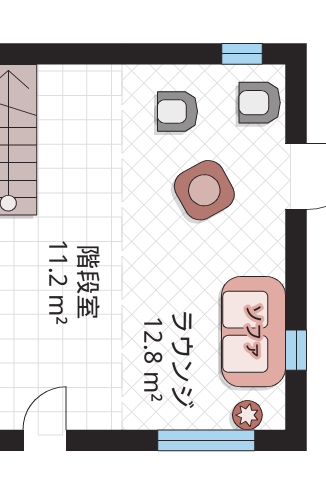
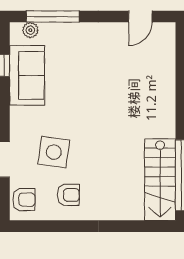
window: (242, 54) -> (33, 226), removed
side table: (204, 190) -> (54, 152), turned 37

